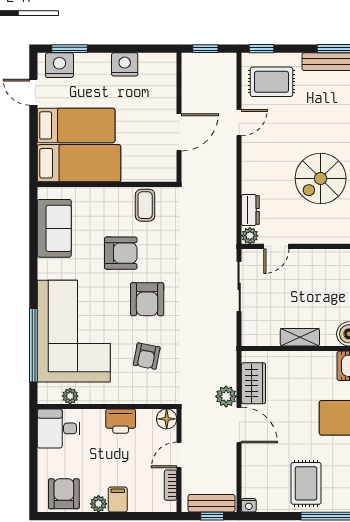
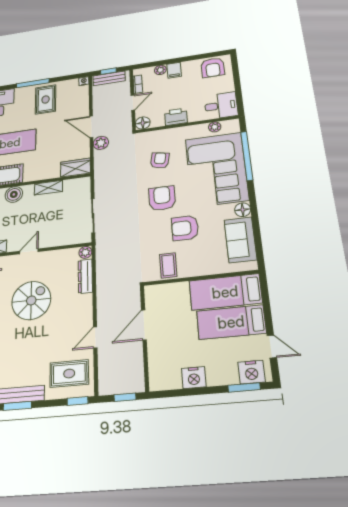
dresser: (250, 210) -> (85, 276), width x1.44
door: (276, 246) -> (29, 251), moved
floor lamp: (47, 269) -> (243, 210), added
wardrobe: (253, 383) -> (75, 168), moved, turned 90
plant: (98, 504) -> (160, 70), moved

